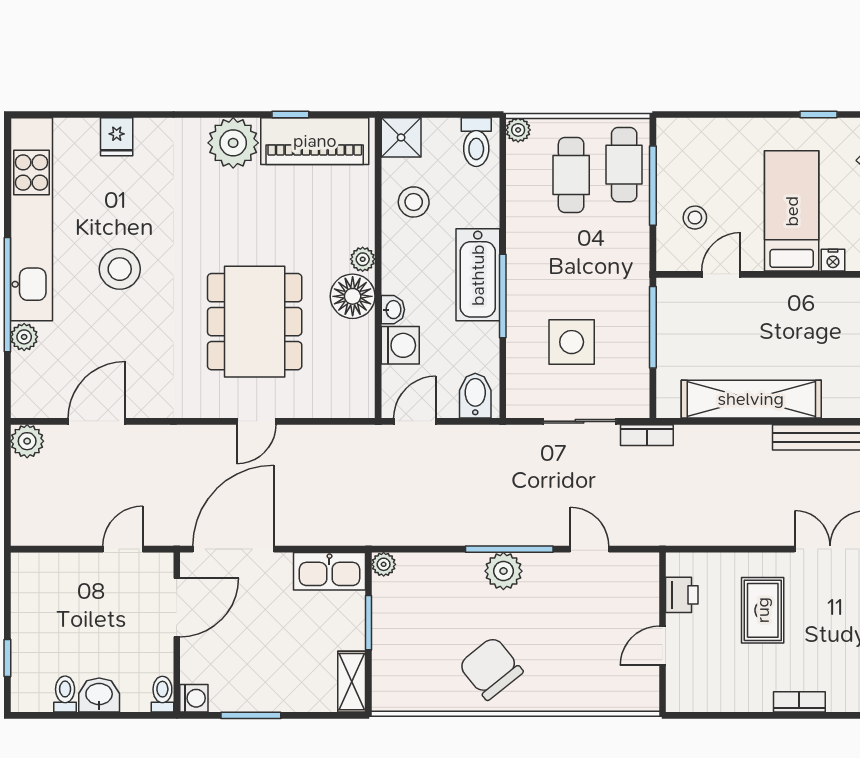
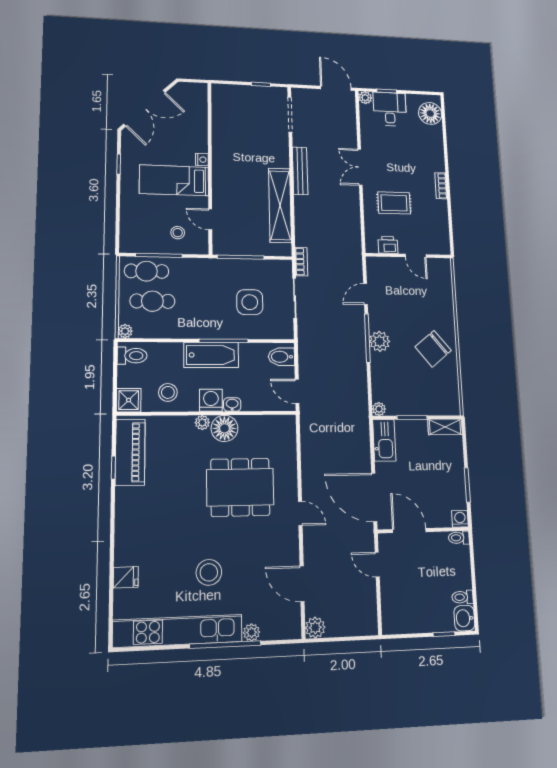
plant: (233, 143) -> (131, 503), removed
washing machine: (400, 345) -> (211, 400), moved
door: (256, 421) -> (300, 513), moved
washbasin: (99, 695) -> (464, 618), moved

